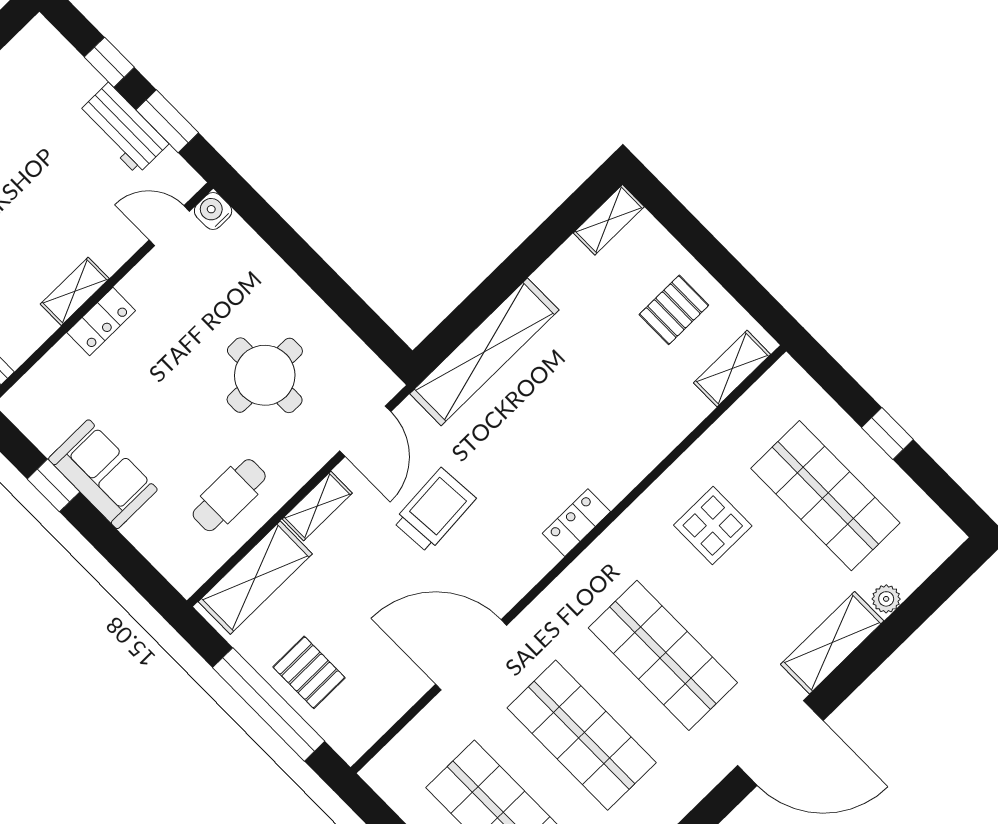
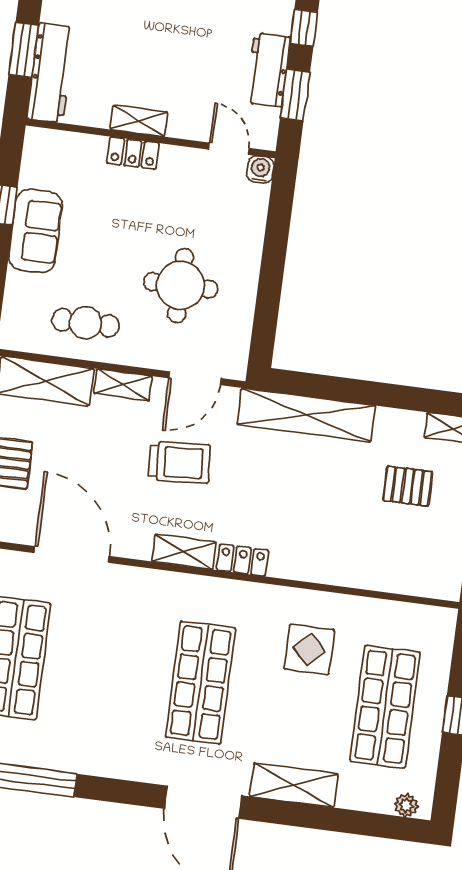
pallet: (674, 310) -> (408, 486), moved
shelving: (732, 369) -> (184, 552), moved
plant: (886, 599) -> (406, 805), moved
door: (471, 655) -> (72, 554), moved
shop shelf: (582, 735) -> (108, 670), removed

